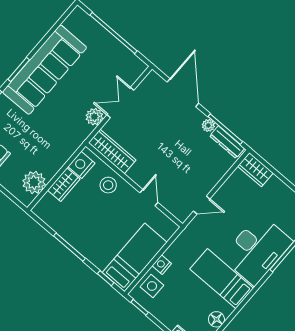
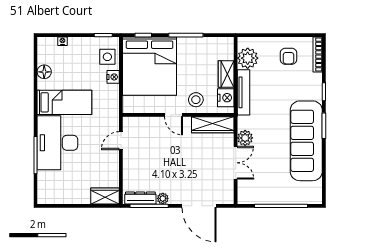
tv unit: (62, 156) -> (244, 92), added
door: (149, 198) -> (174, 115), moved
bed: (135, 257) -> (150, 66), width x2.04

